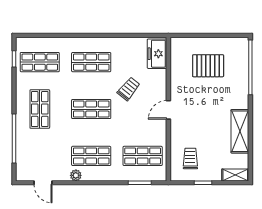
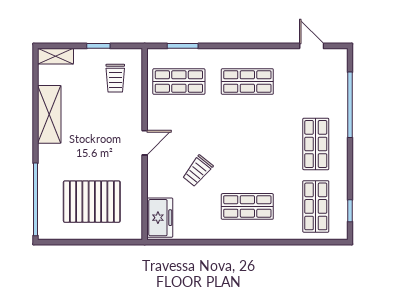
shop shelf: (40, 62) -> (316, 206), turned 90
pallet: (208, 66) -> (92, 202), width x1.37, depth x1.41
shop shelf: (91, 109) -> (247, 144), removed
plant: (76, 175) -> (268, 56), removed

